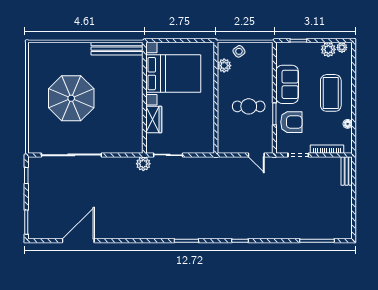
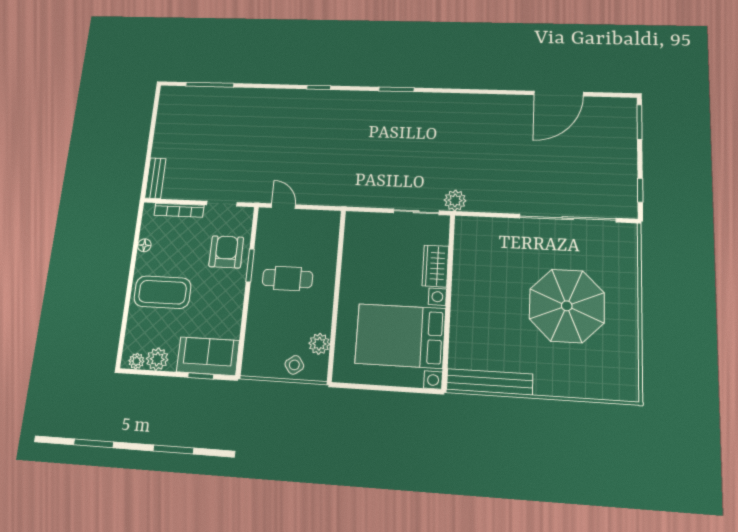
sofa: (287, 84) -> (208, 356), moved, turned 90
coffee table: (331, 93) -> (162, 292), turned 90
armchair: (291, 122) -> (226, 252), turned 90

